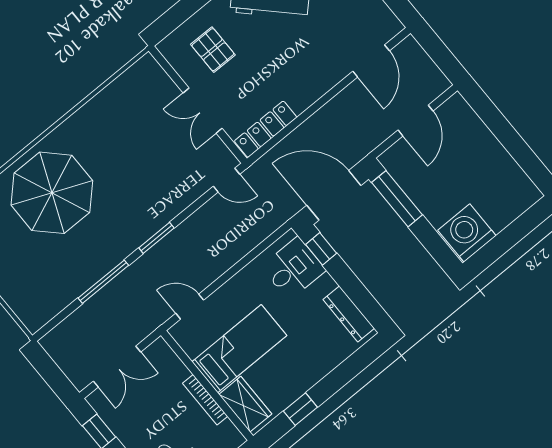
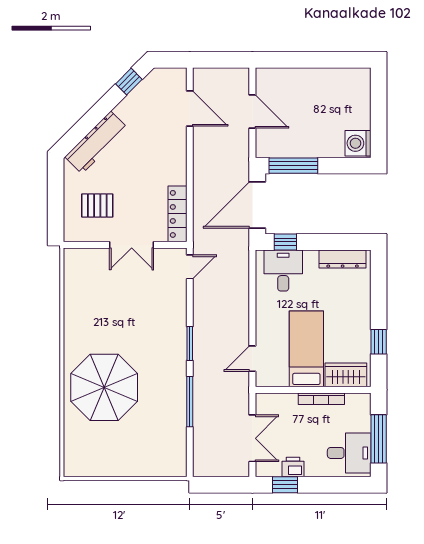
washing machine: (467, 233) -> (358, 143), width x0.73, depth x0.73
printer: (121, 425) -> (293, 467), added

